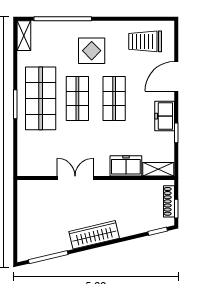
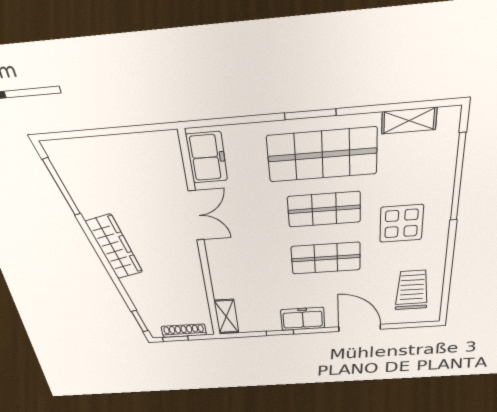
shelving: (24, 36) -> (409, 121), moved
freezer: (126, 166) -> (207, 158), moved

